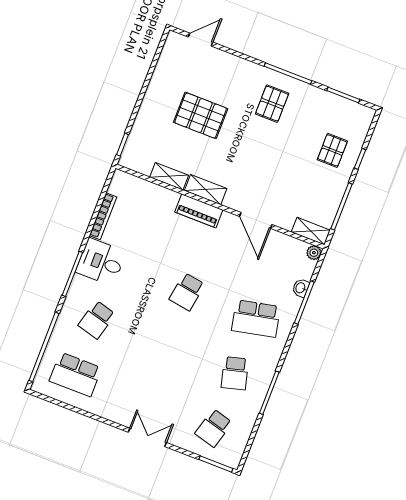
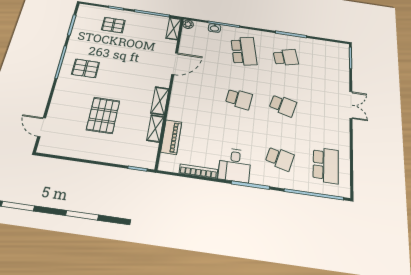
piano: (199, 211) -> (171, 137), moved
school desk: (214, 428) -> (283, 105), moved
double door: (147, 437) -> (351, 105), swing flipped

